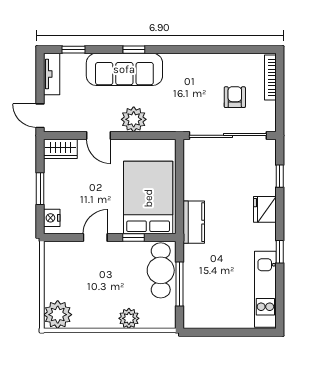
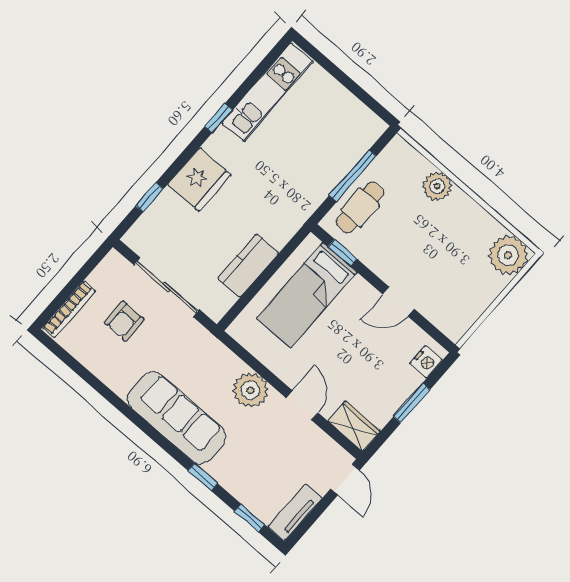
window: (134, 50) -> (203, 477), moved
sofa: (124, 69) -> (177, 418), moved
sliding door: (228, 135) -> (167, 287), width x0.73
bed: (148, 198) -> (307, 295), width x0.67
fridge: (265, 209) -> (199, 180), width x1.36, depth x1.34
kitchen counter: (194, 222) -> (248, 266), moved
window: (133, 237) -> (343, 253), moved
cafe table: (161, 270) -> (360, 207), width x0.73, depth x0.74

